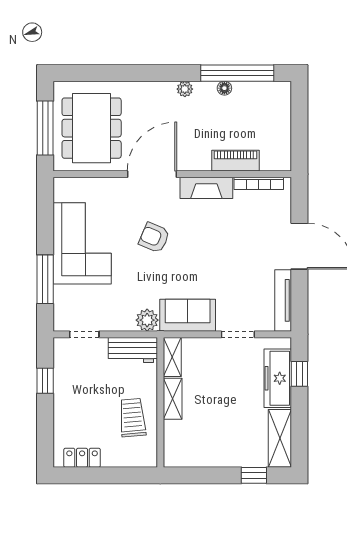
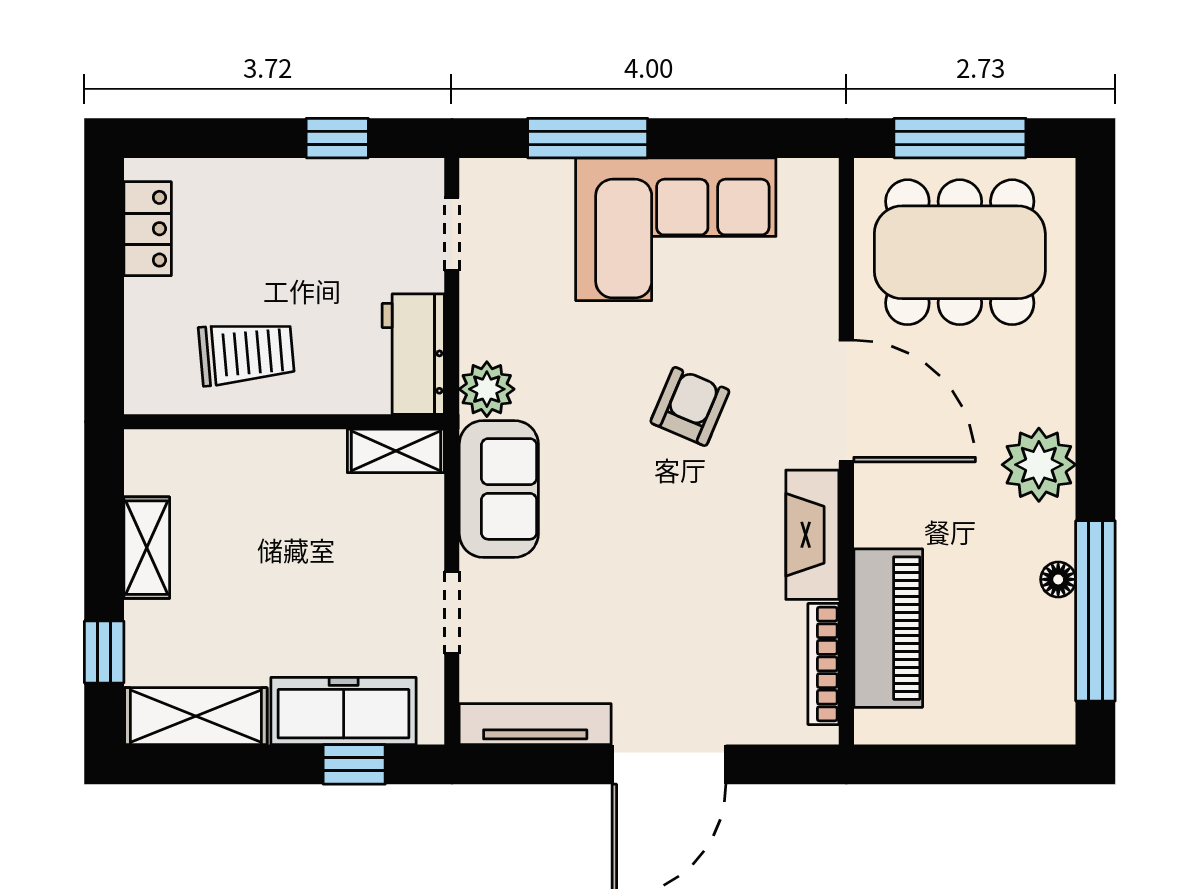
plant: (185, 89) -> (1039, 465), width x1.88, depth x1.88
piano: (236, 161) -> (888, 628), width x1.37, depth x1.33
shelving: (173, 399) -> (147, 548), moved, turned 90

